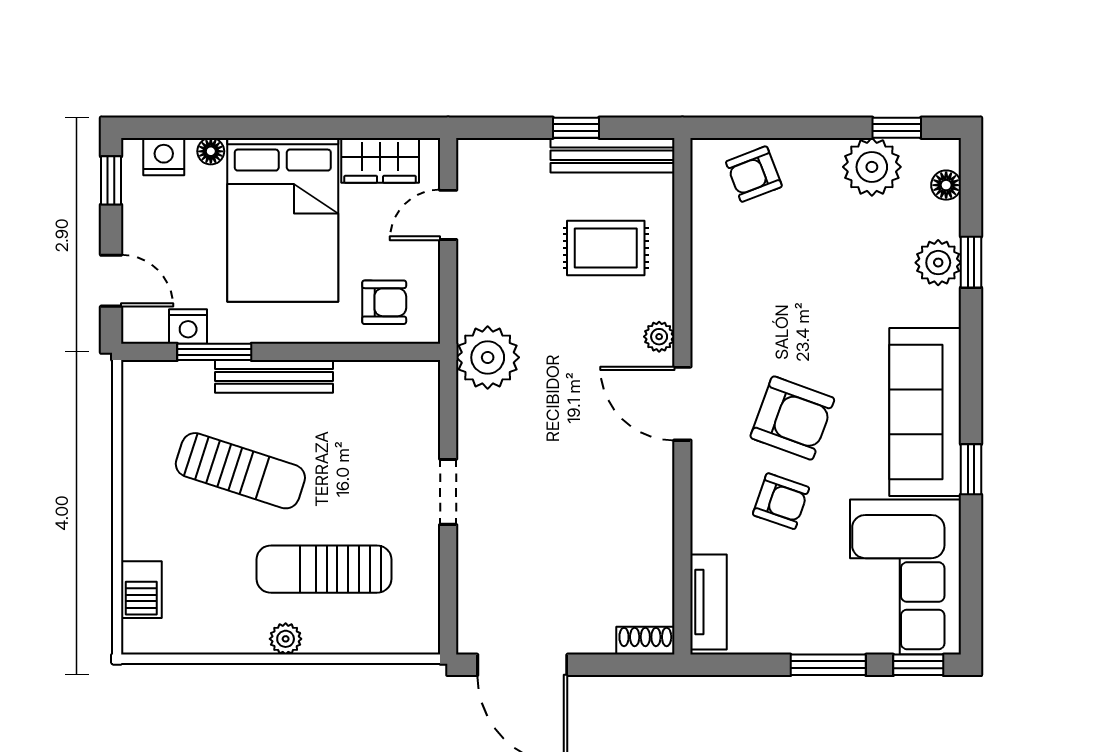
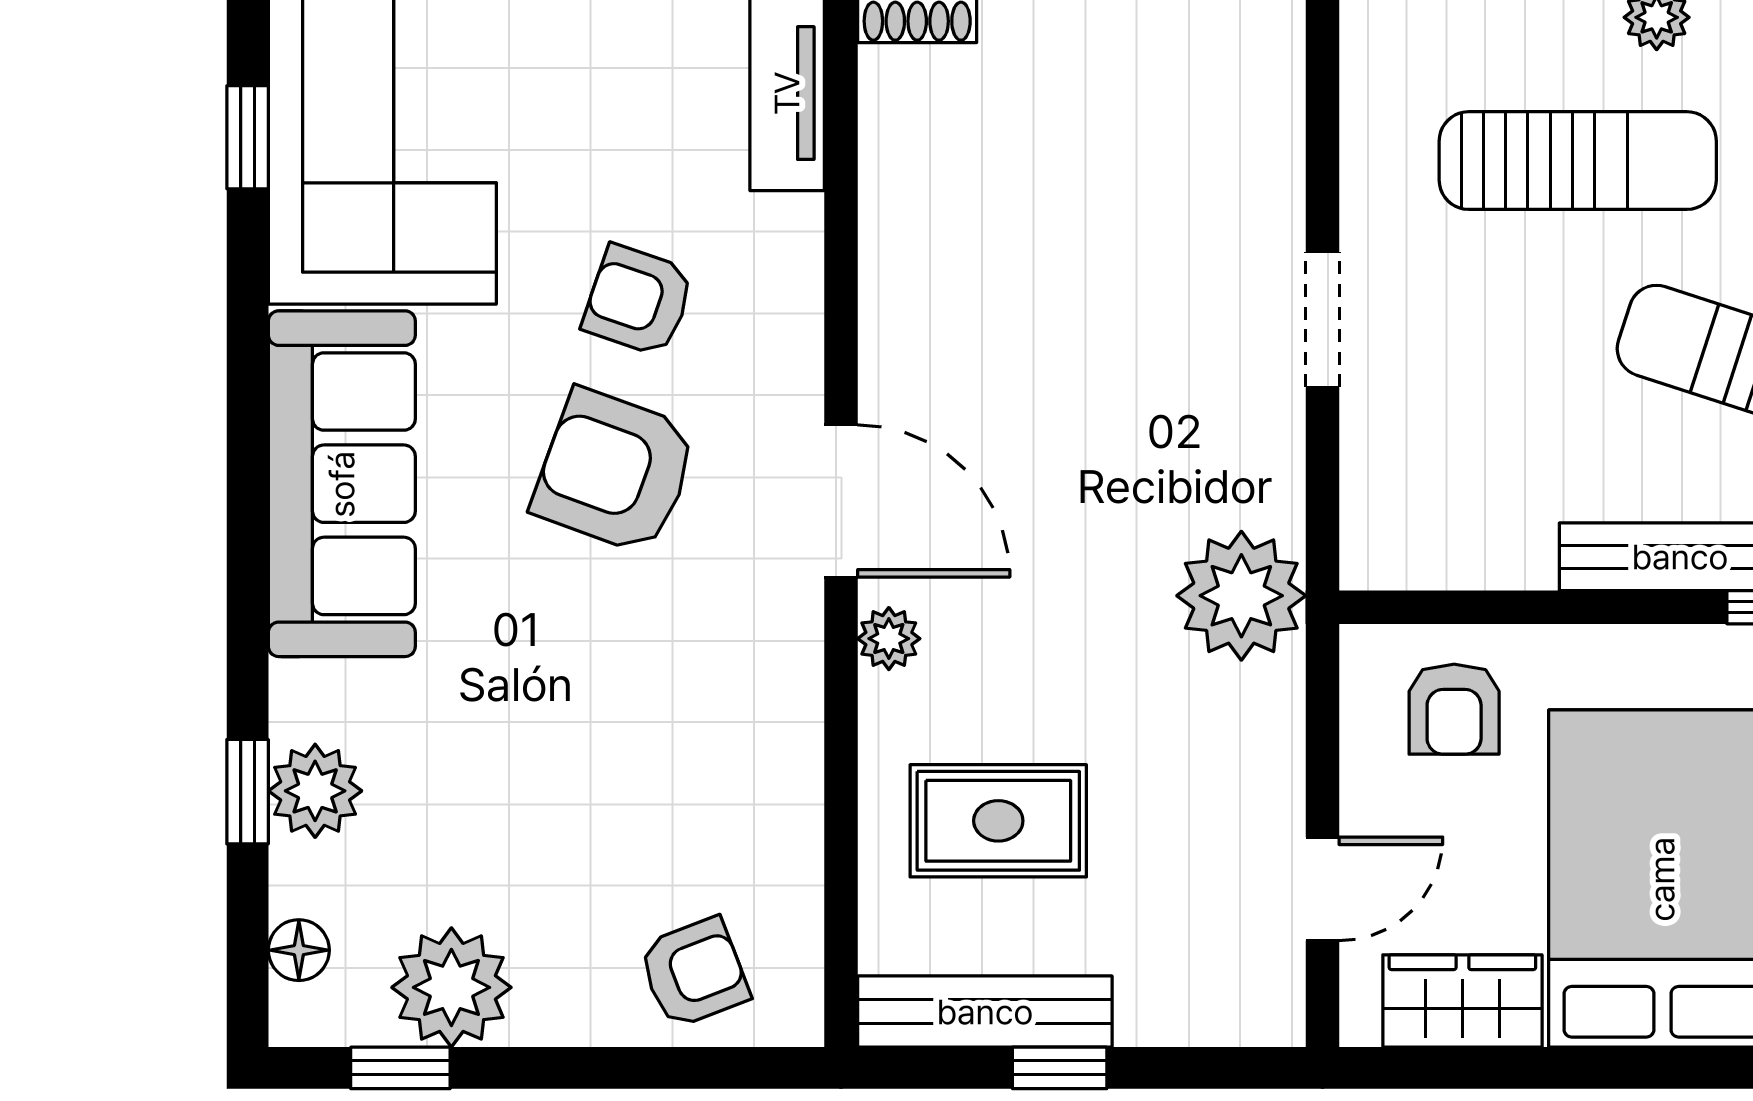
armchair: (384, 302) -> (1454, 709), turned -90
window: (971, 469) -> (248, 137), moved

